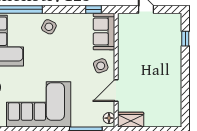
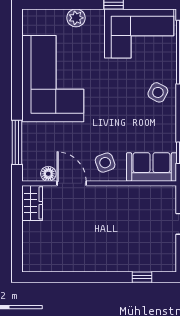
floor lamp: (109, 118) -> (48, 174), moved

